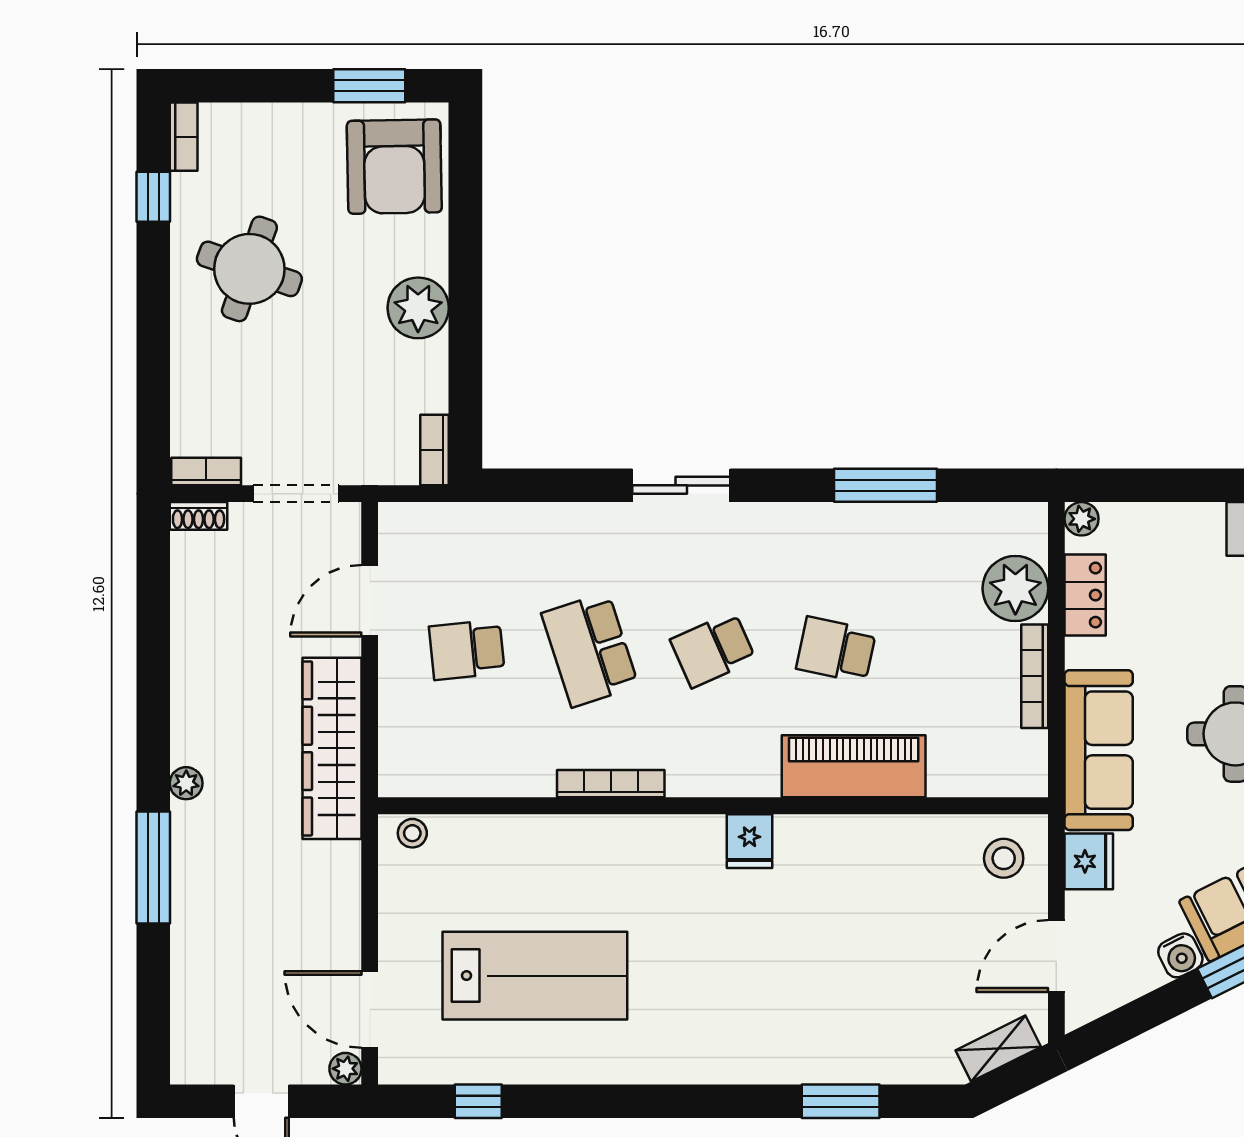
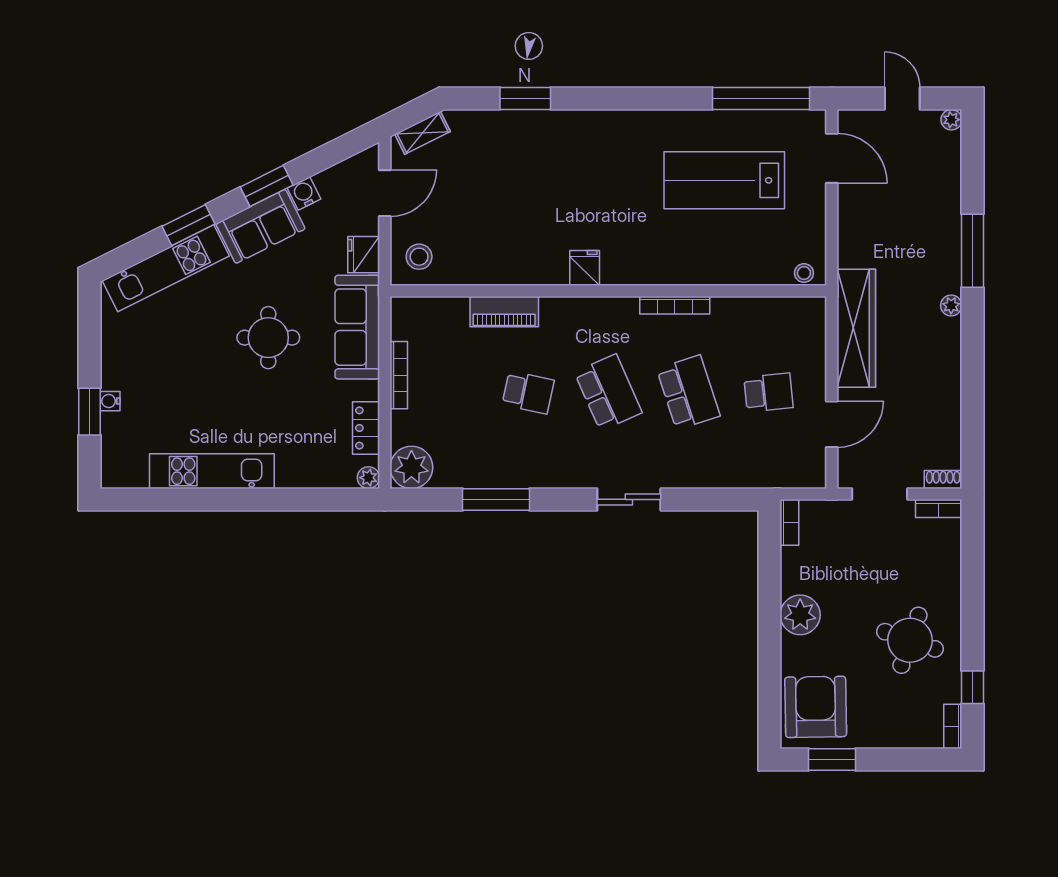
plant: (1015, 588) -> (411, 467), moved
school desk: (713, 650) -> (608, 392), width x1.85
piano: (854, 766) -> (504, 312), width x0.73, depth x0.75
plant: (345, 1069) -> (951, 120), moved
window: (478, 1101) -> (761, 99), width x3.17

